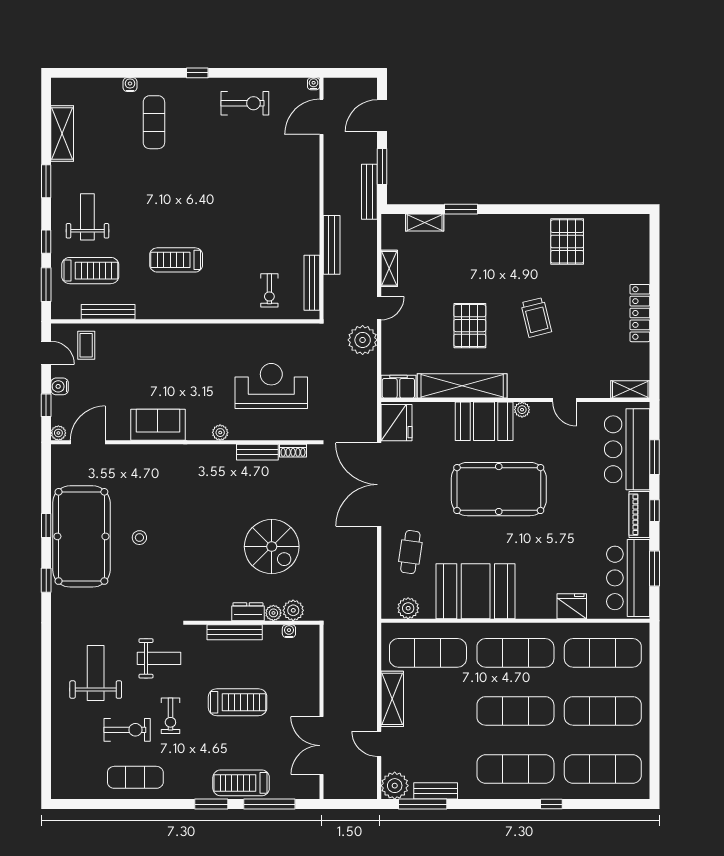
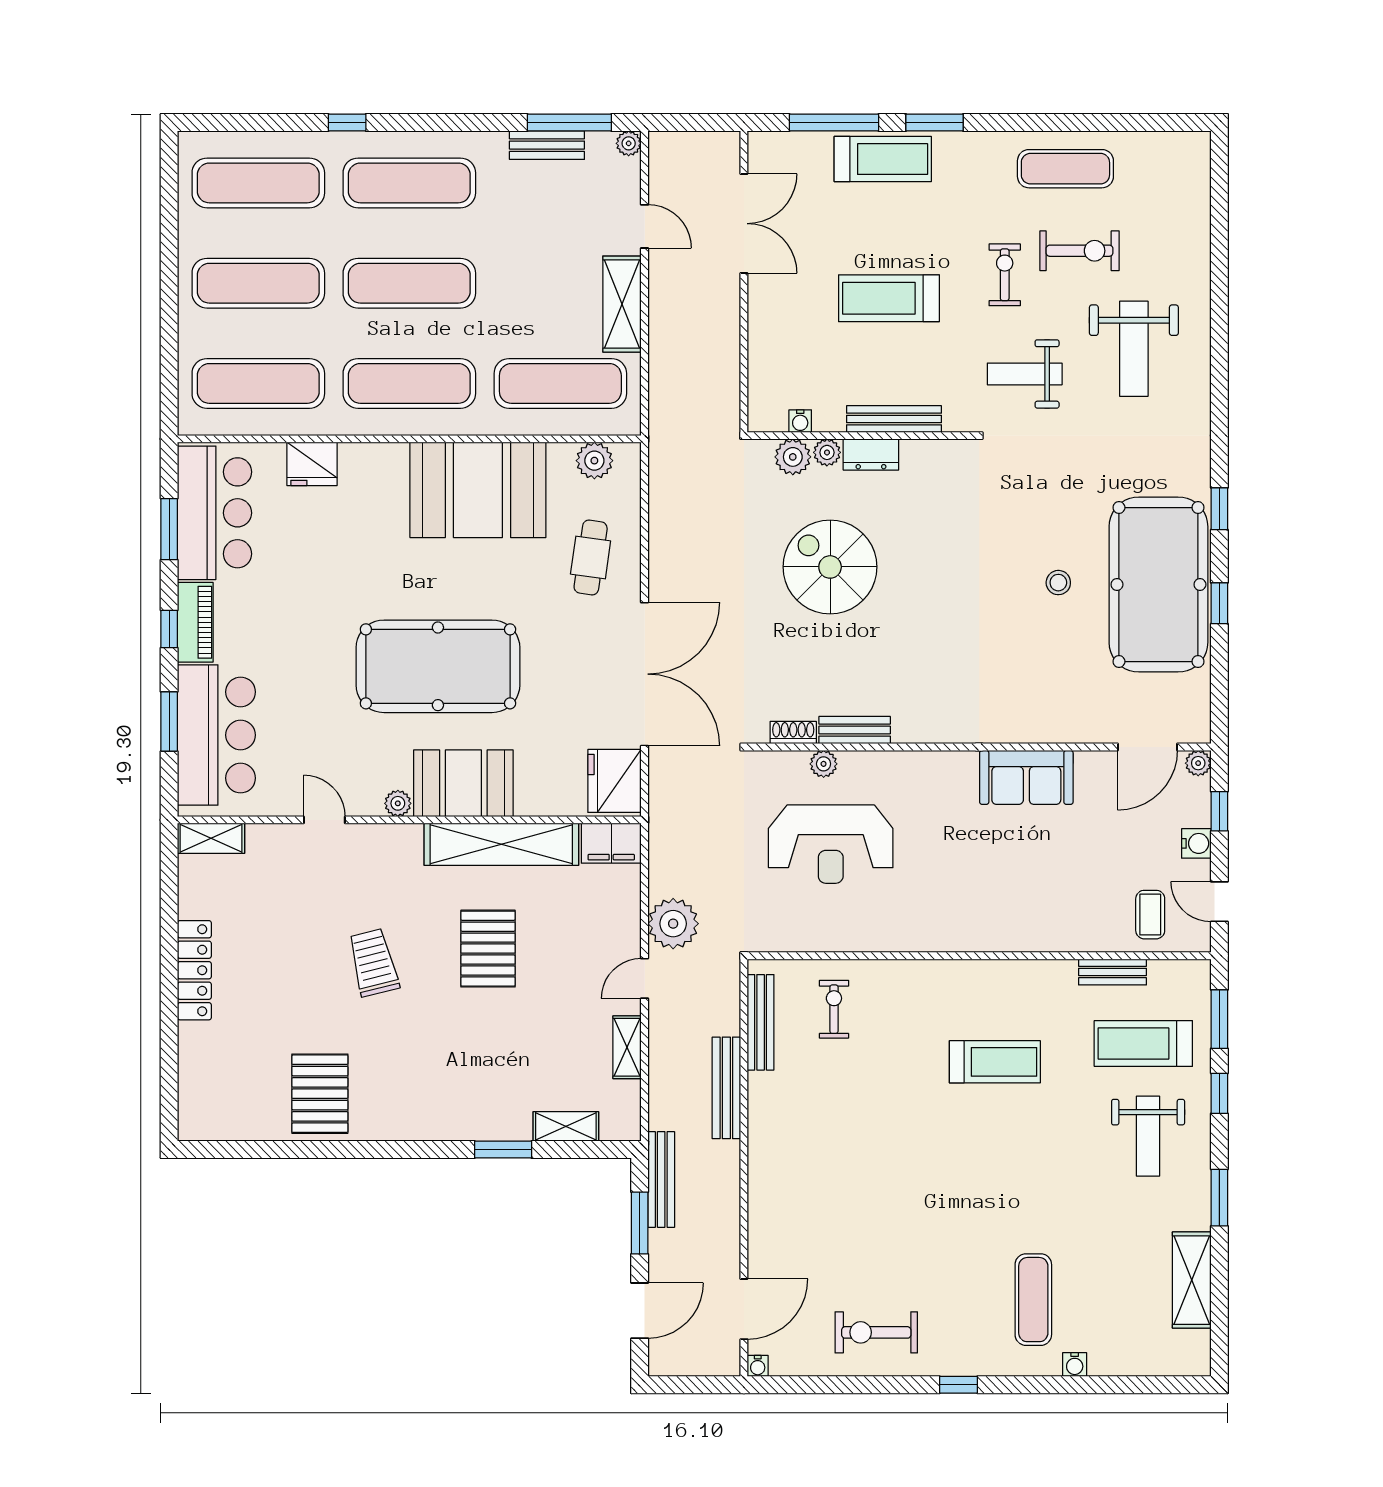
bench: (108, 312) -> (1112, 972), width x0.73
plant: (220, 433) -> (824, 764), moved
exercise bike: (127, 730) -> (1079, 251), turned 180
plant: (395, 786) -> (629, 143), width x0.53, depth x0.53

